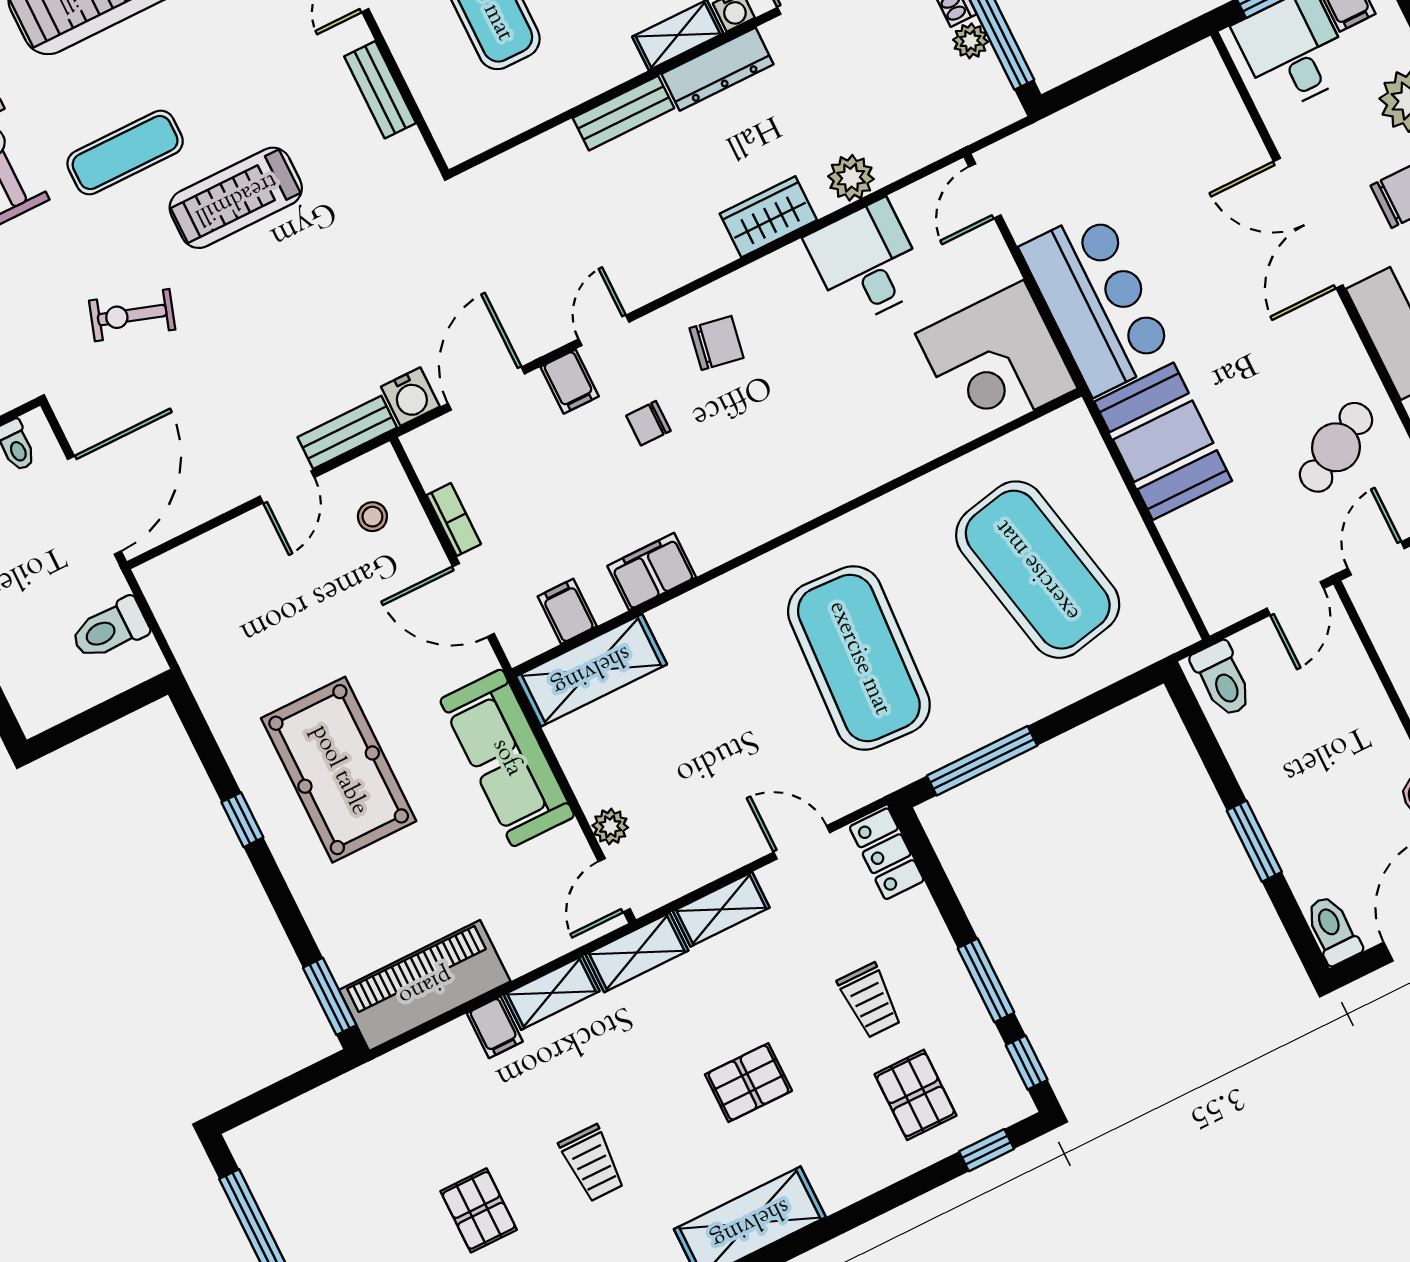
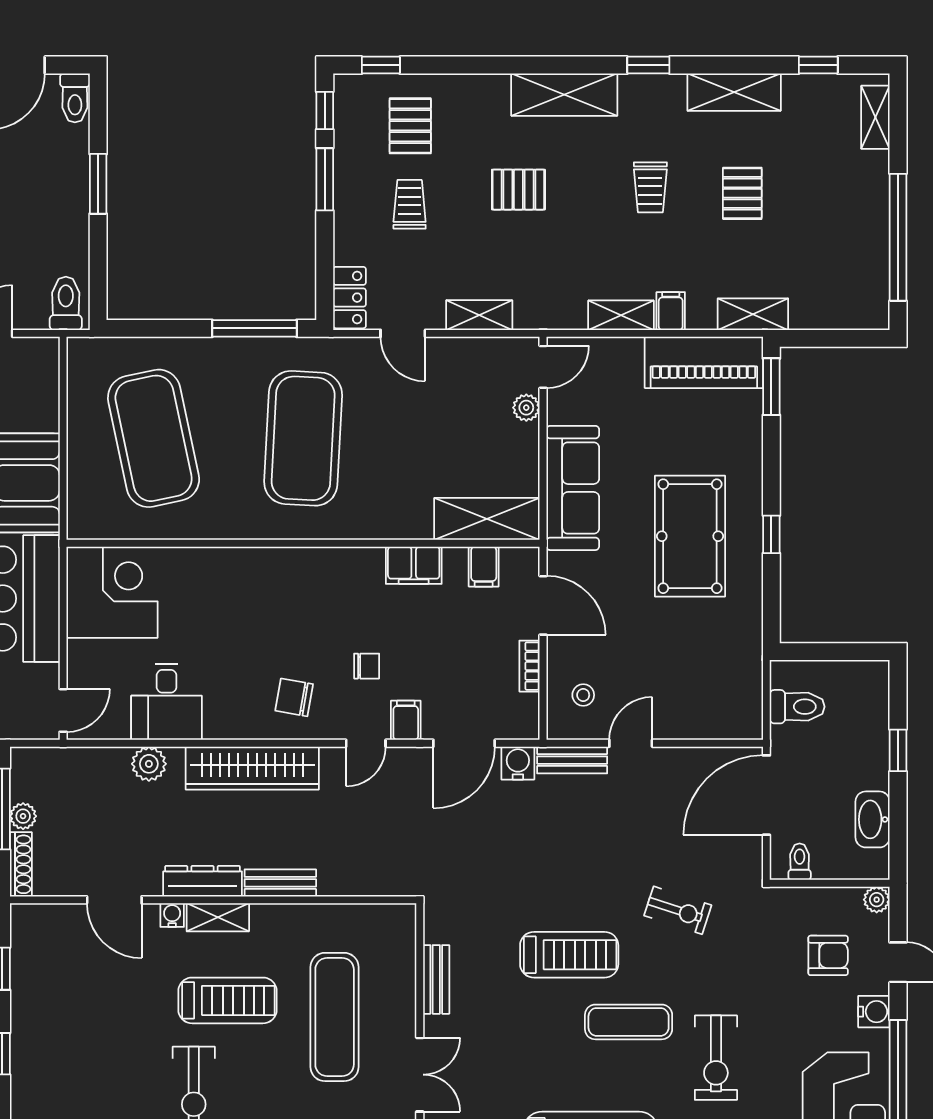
wardrobe: (768, 217) -> (252, 768), width x2.10, depth x1.17
shelving: (637, 952) -> (753, 314), moved
trolley: (592, 1163) -> (650, 187), turned 180

